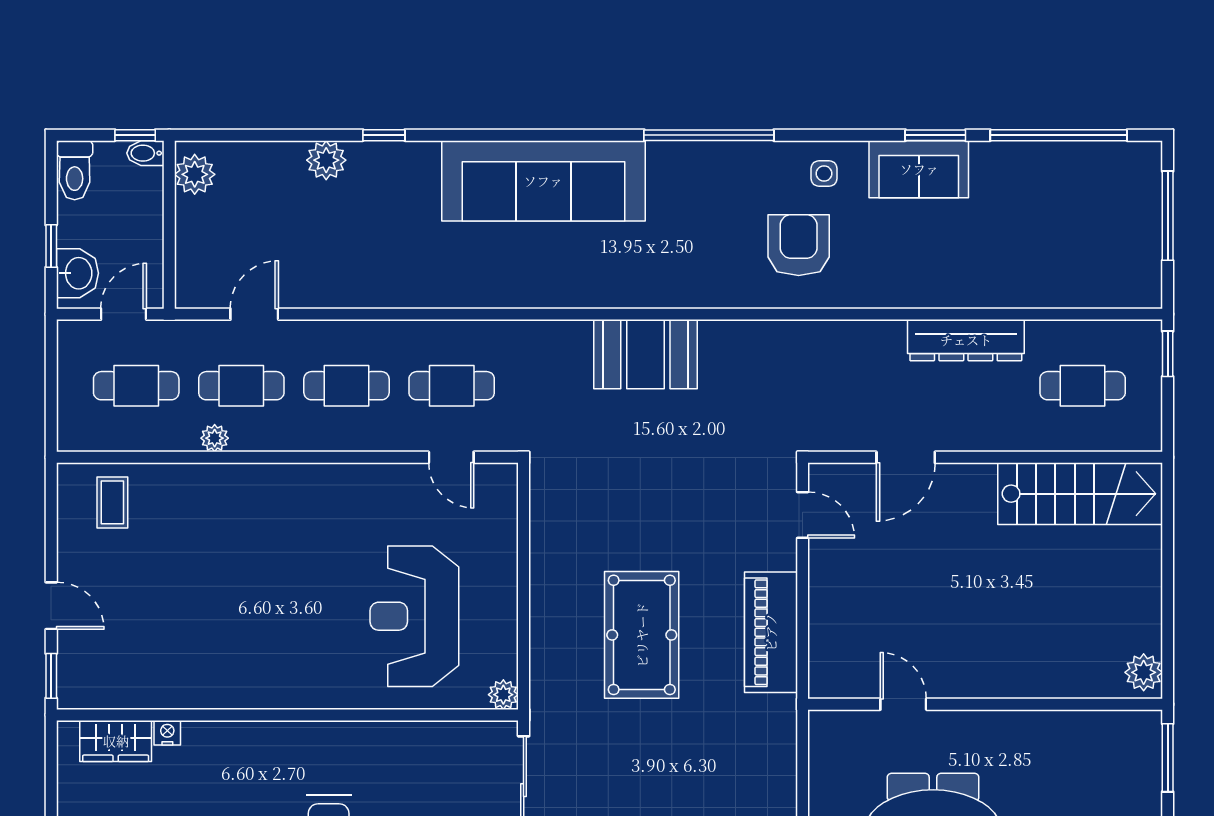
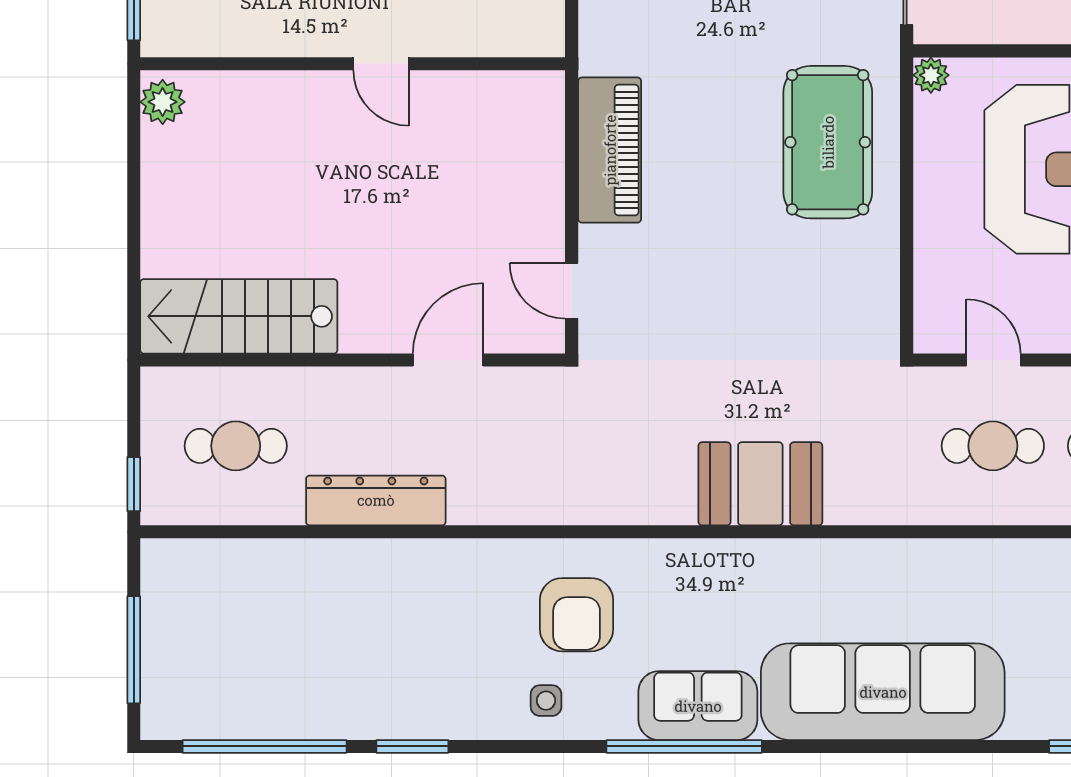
sofa: (919, 169) -> (698, 706), moved
pool table: (642, 635) -> (828, 142), moved
door: (903, 704) -> (381, 64), moved

